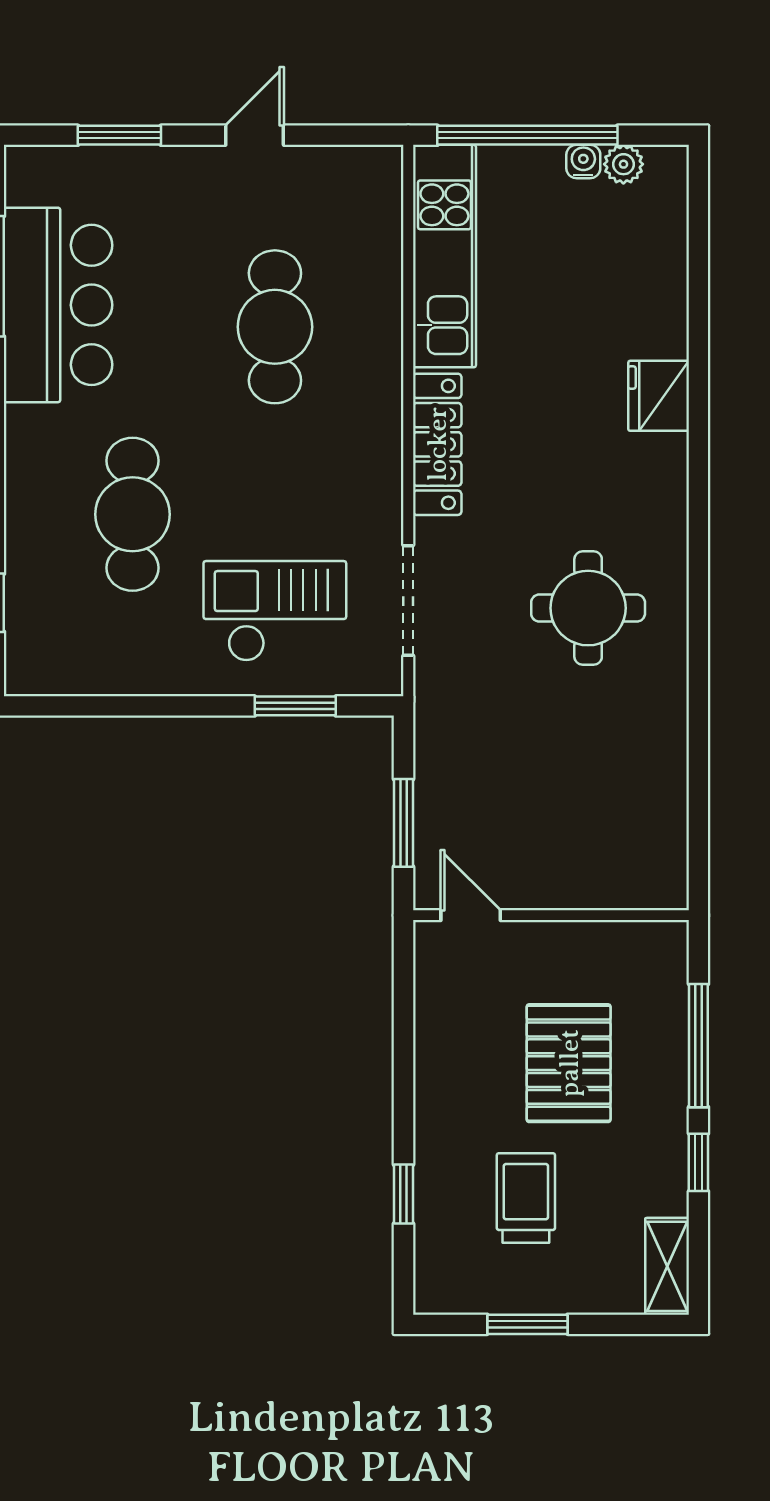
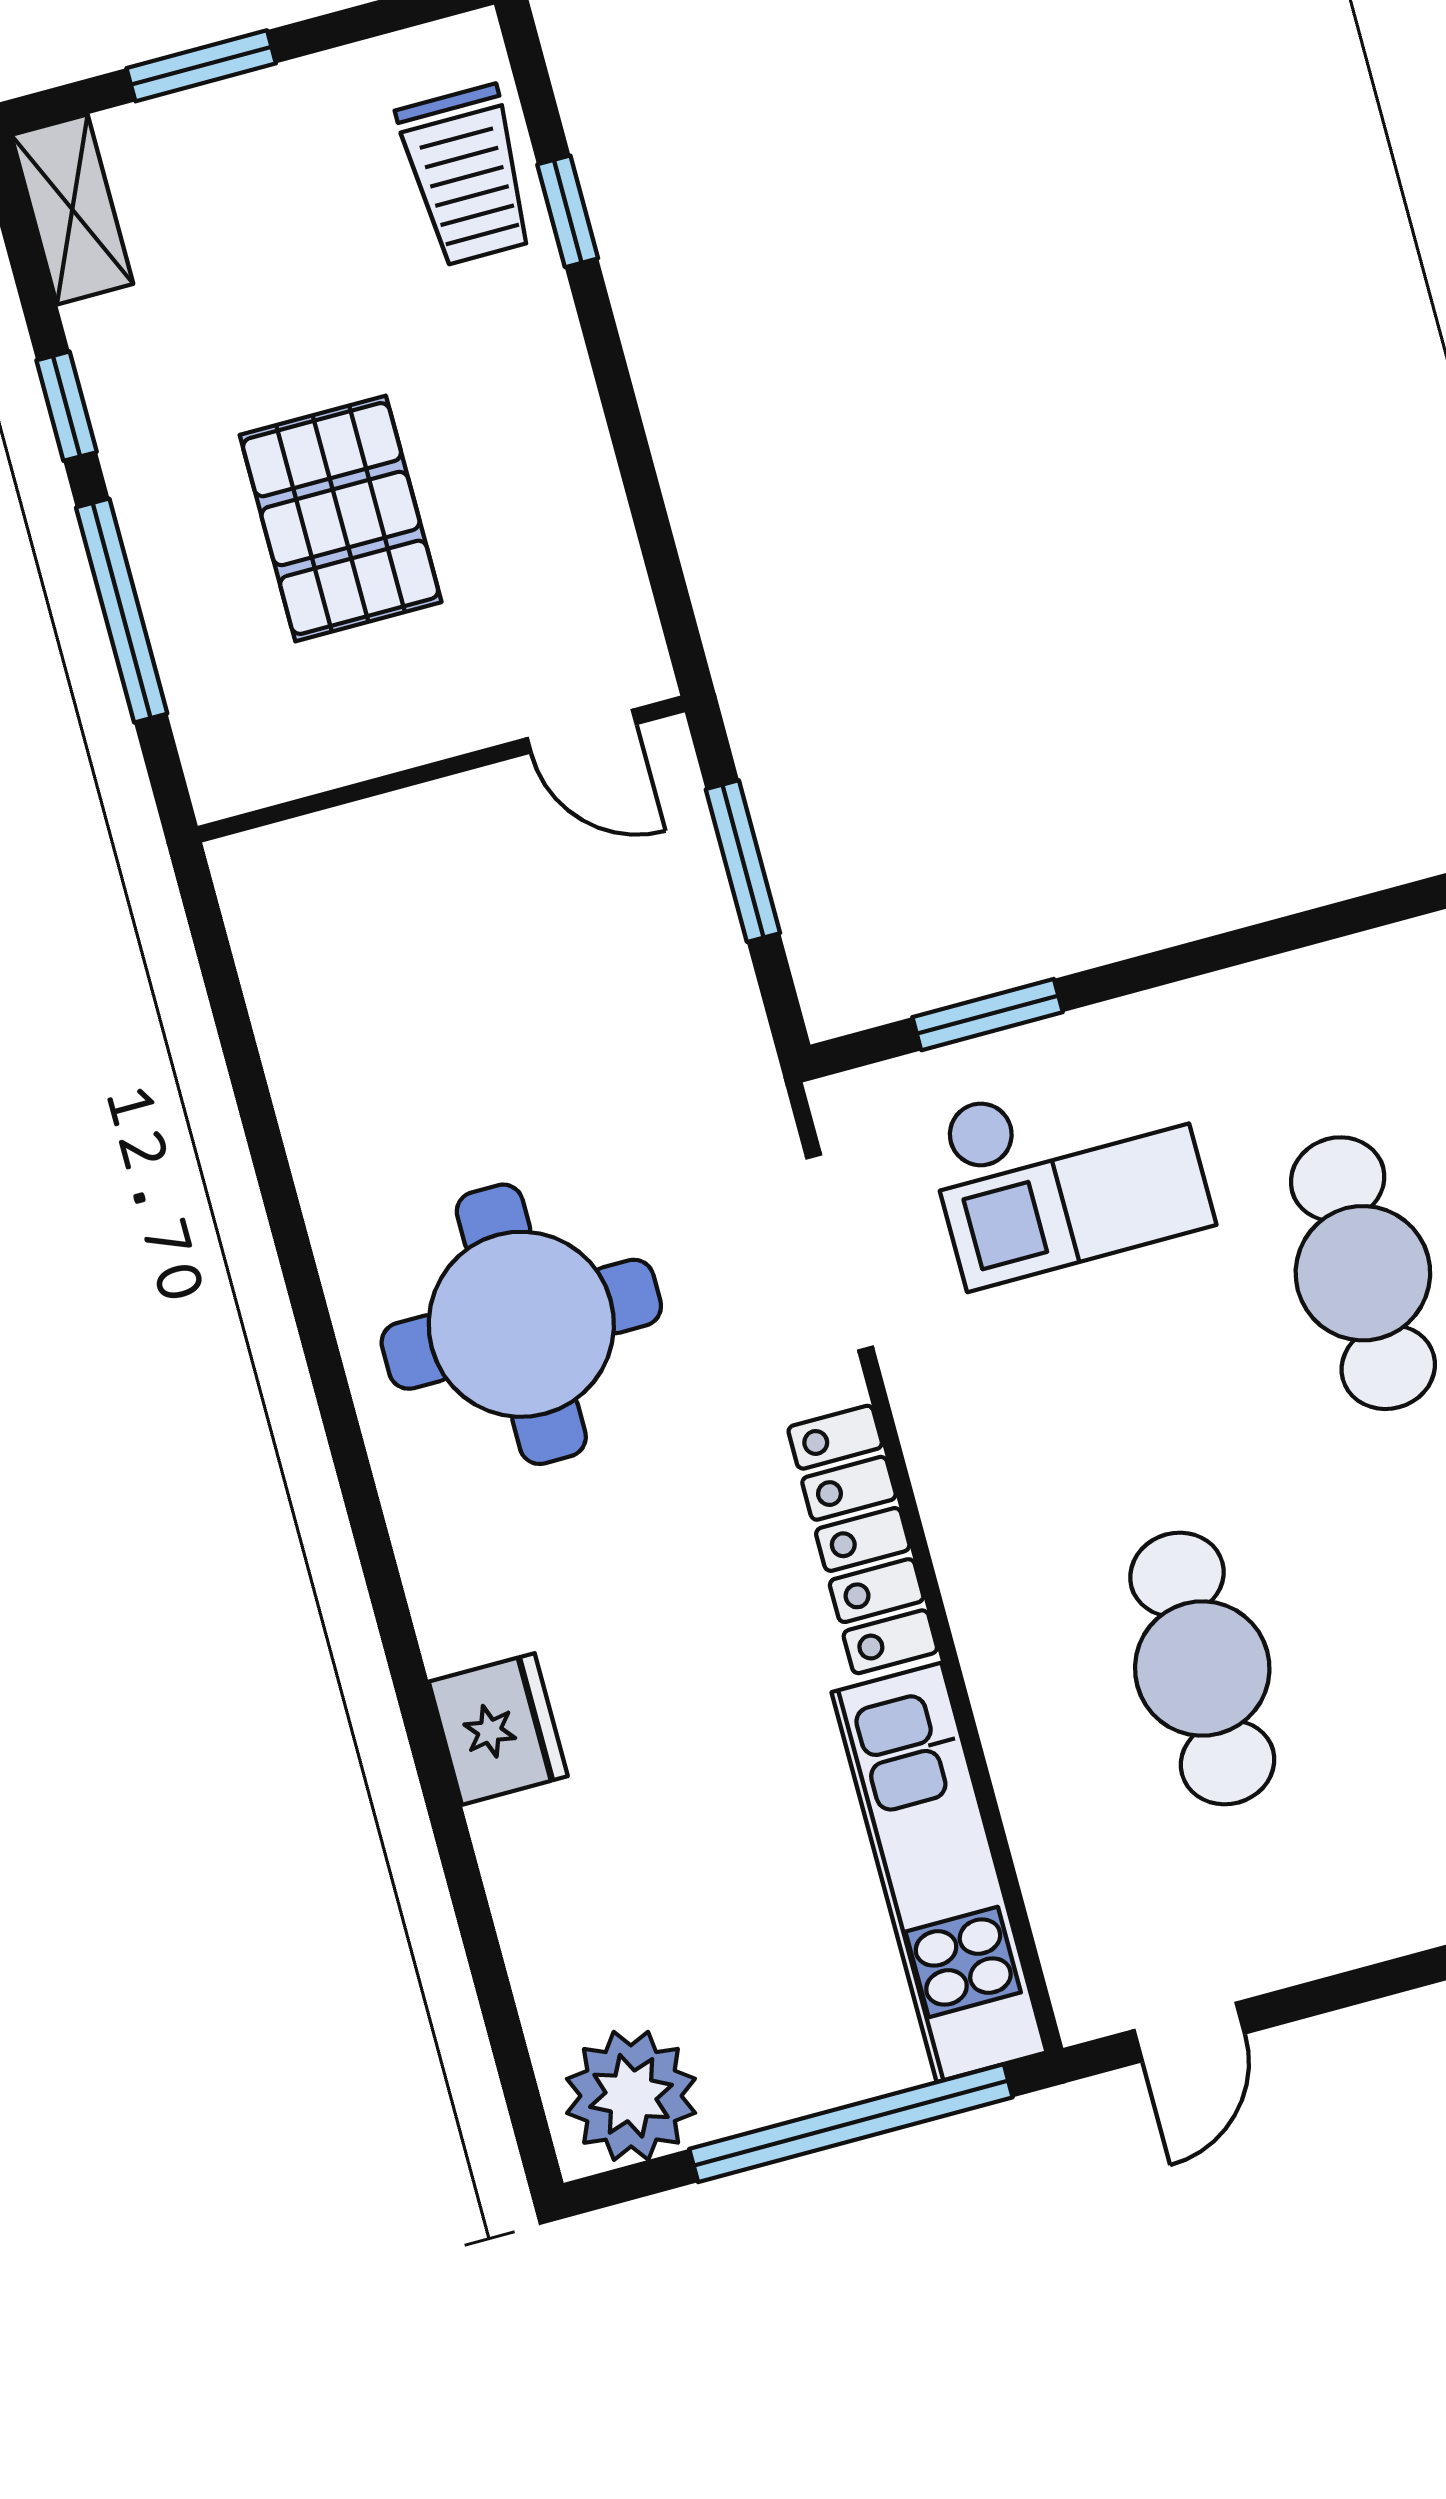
door: (255, 135) -> (1189, 2032), moved
water cooler: (583, 161) -> (741, 2103), removed
plant: (623, 164) -> (631, 2096), width x1.87, depth x1.87
round table: (588, 608) -> (521, 1324), width x1.36, depth x1.36
trolley: (526, 1198) -> (466, 175), moved
window: (527, 1324) -> (201, 66), moved

